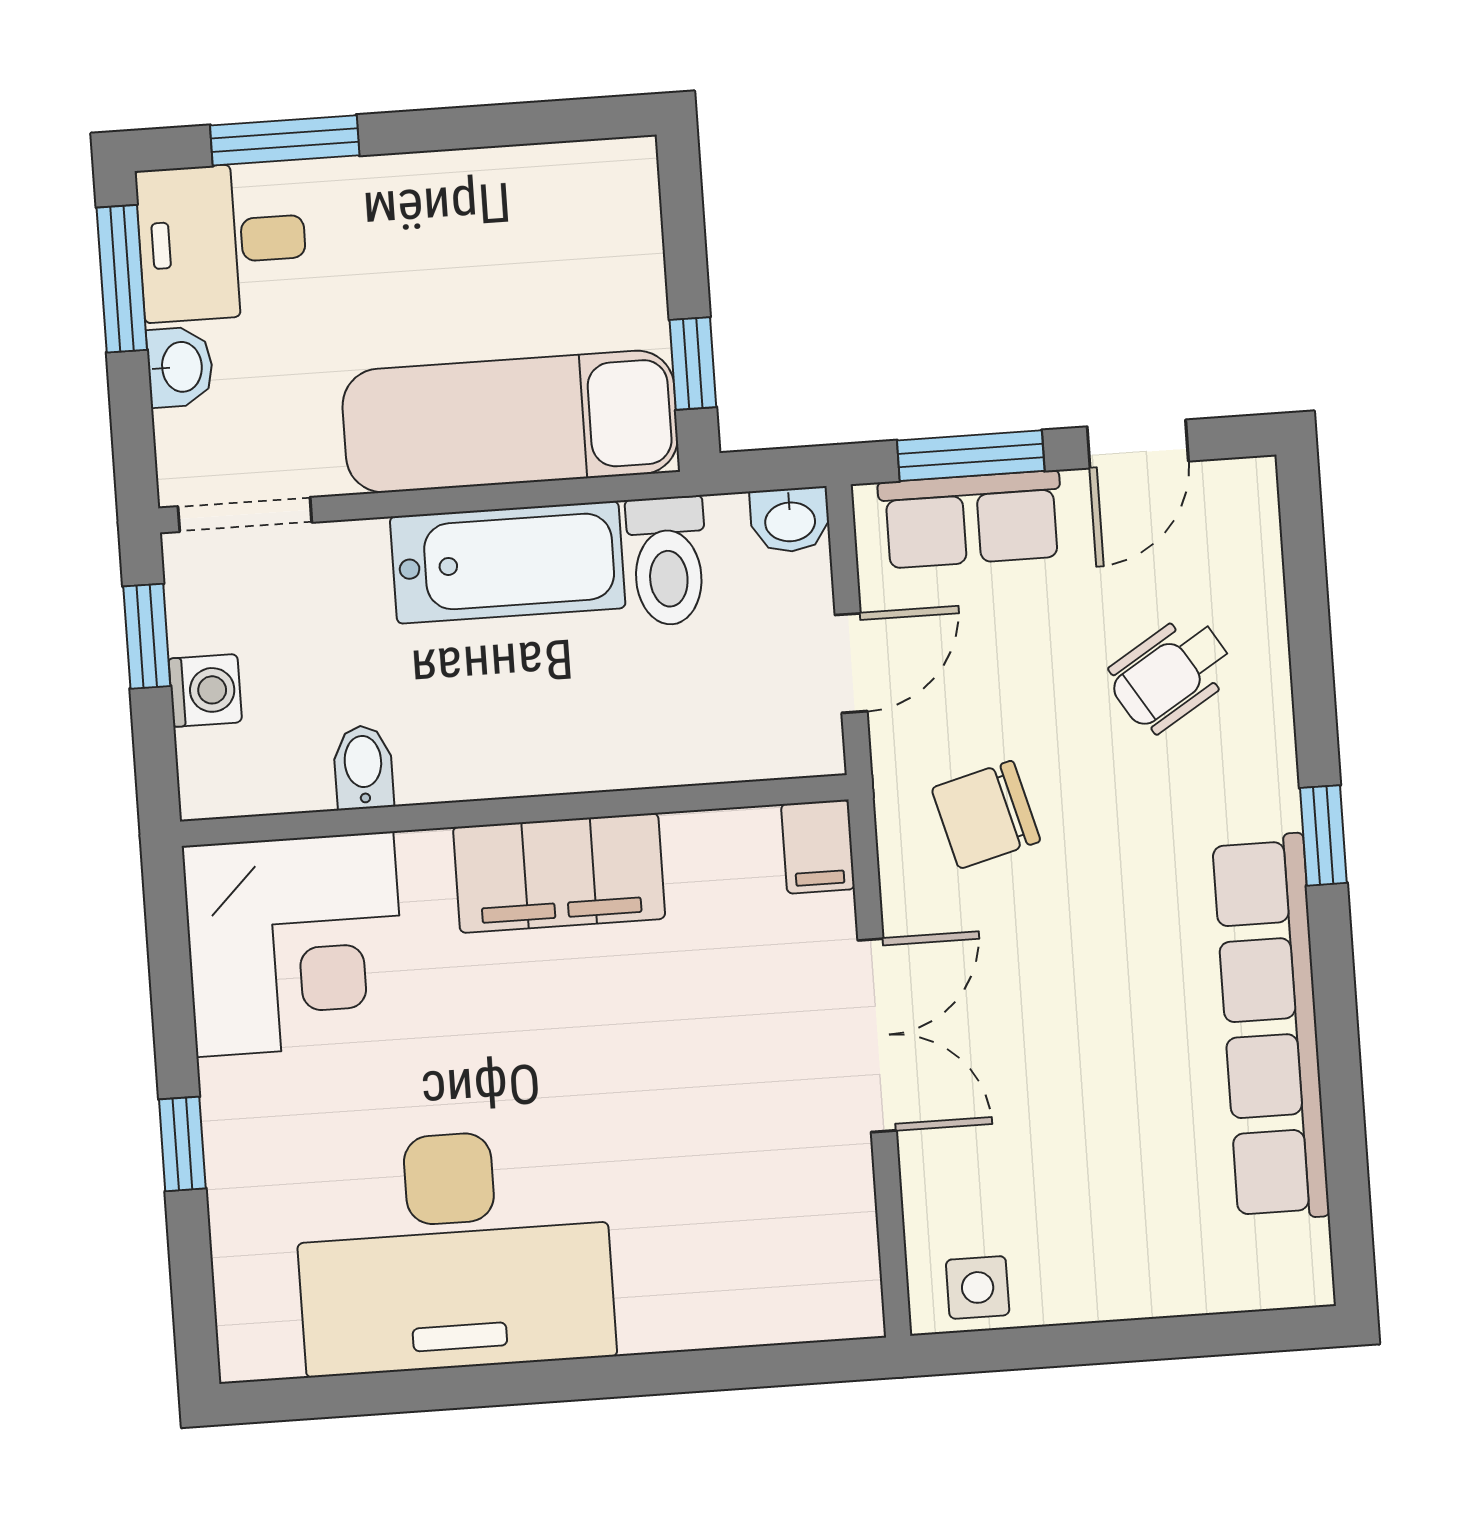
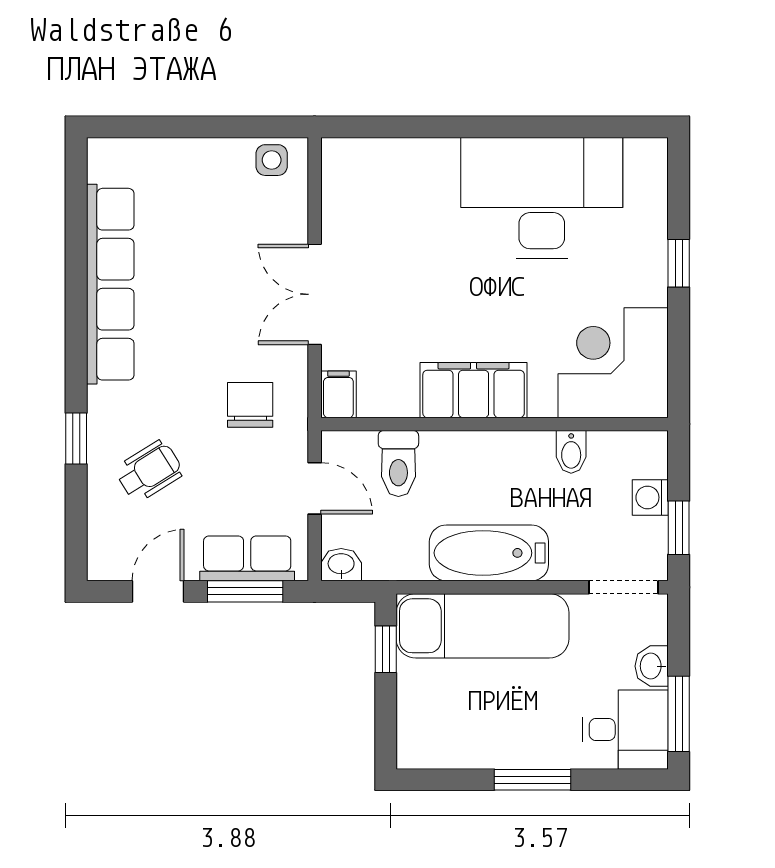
window: (285, 140) -> (533, 780), moved
toilet: (668, 561) -> (398, 463), moved, turned 180
door: (851, 663) -> (315, 488), swing flipped
chair: (986, 815) -> (250, 405), turned -75
window: (1323, 835) -> (76, 438), moved

